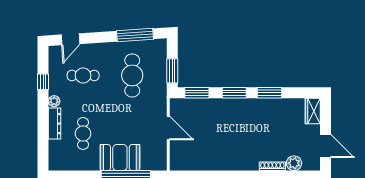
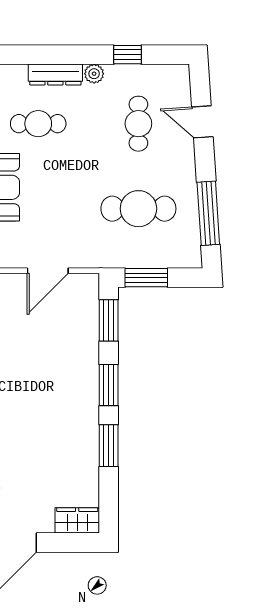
door: (70, 39) -> (202, 122), moved

